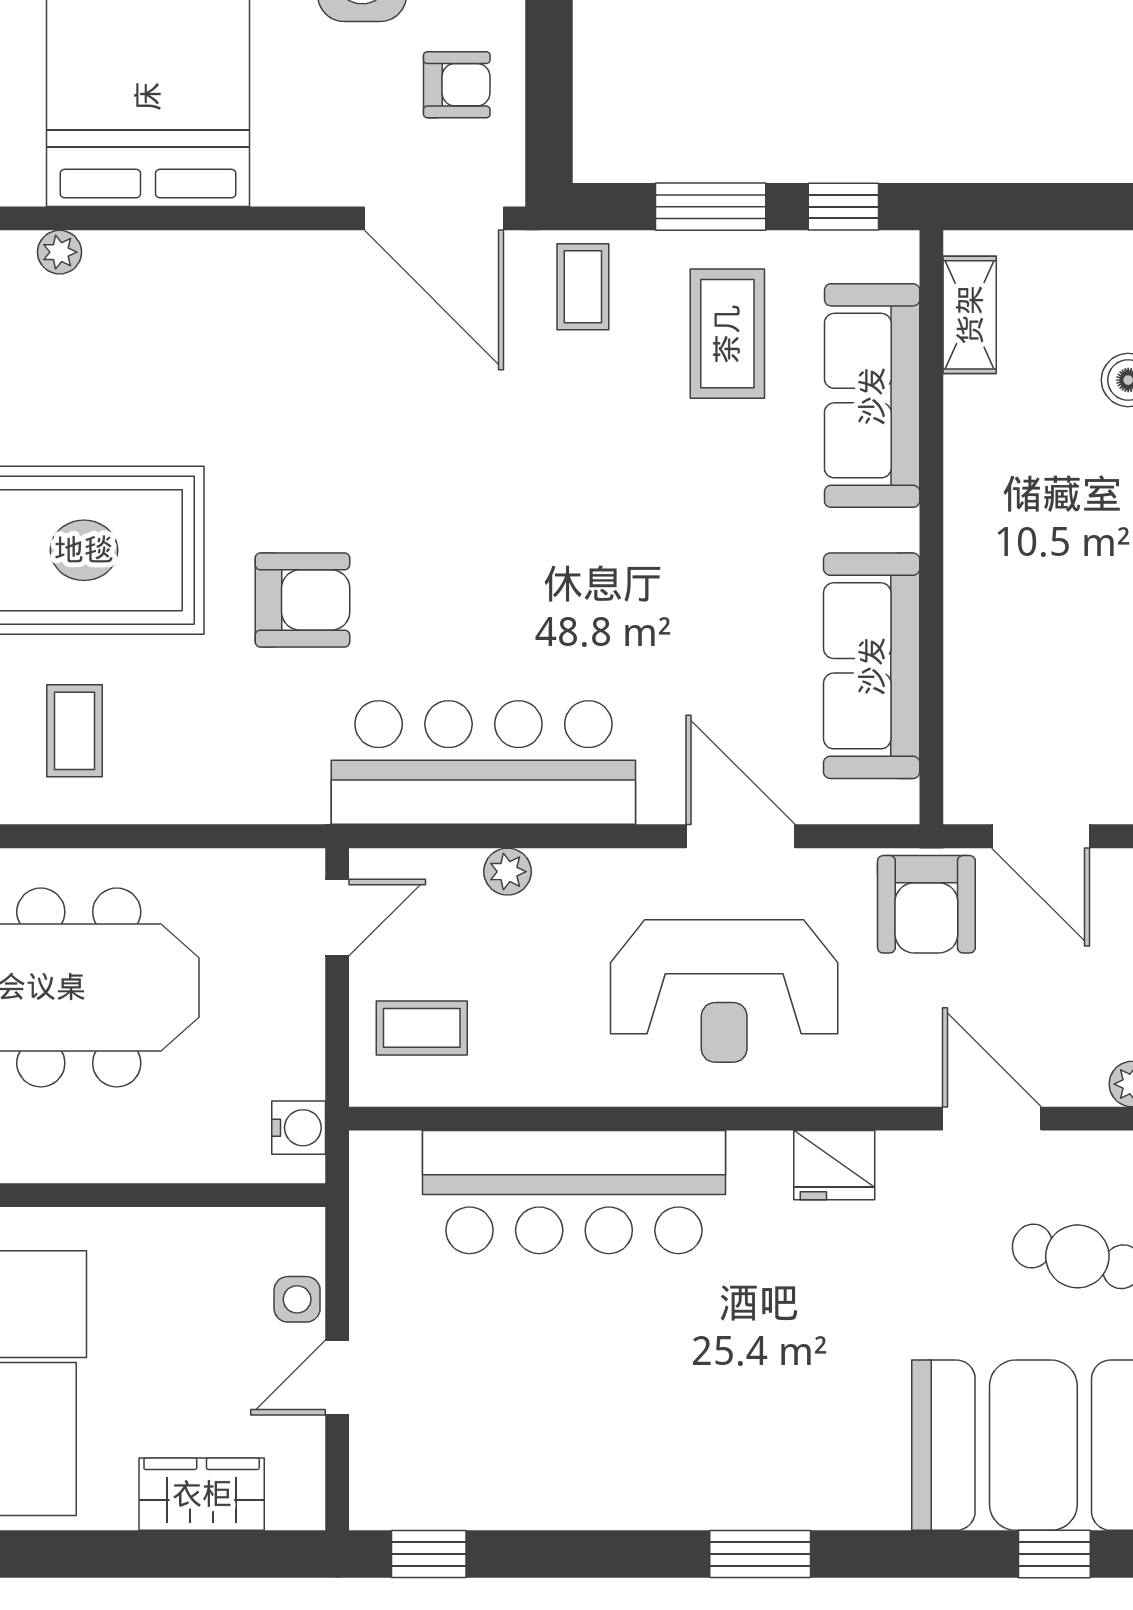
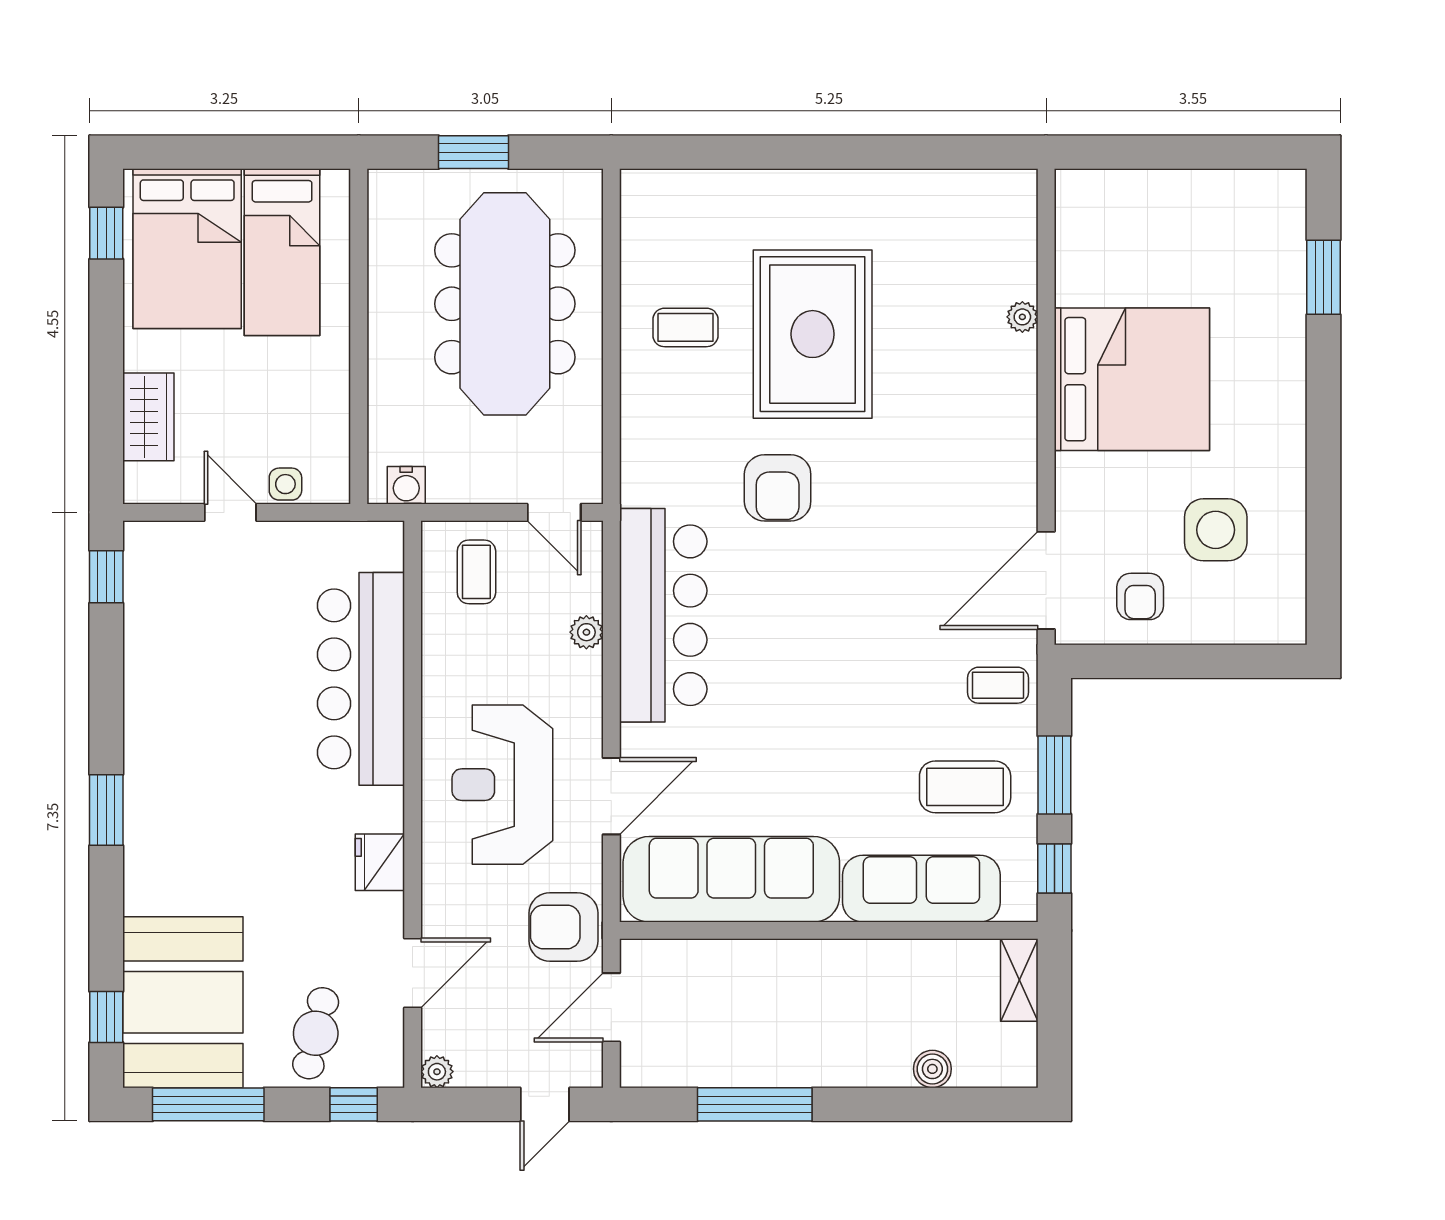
shelving: (970, 315) -> (1019, 980), moved, turned 90
sofa: (872, 666) -> (731, 879), width x1.36, depth x1.27

